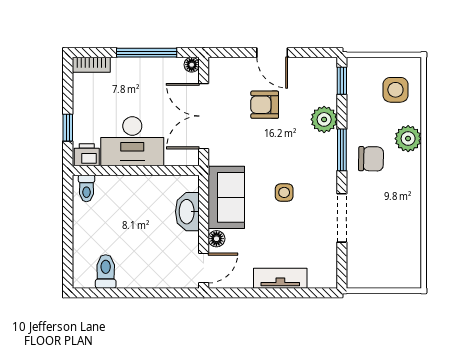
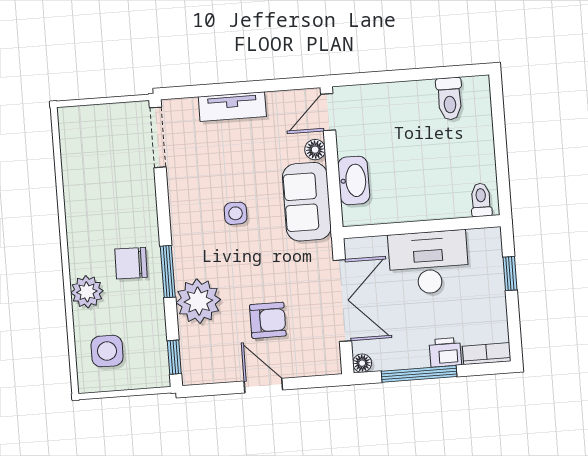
plant: (324, 119) -> (198, 301), width x1.36, depth x1.36
printer: (87, 155) -> (445, 352), moved, turned 180
doorway: (342, 218) -> (158, 137), moved

